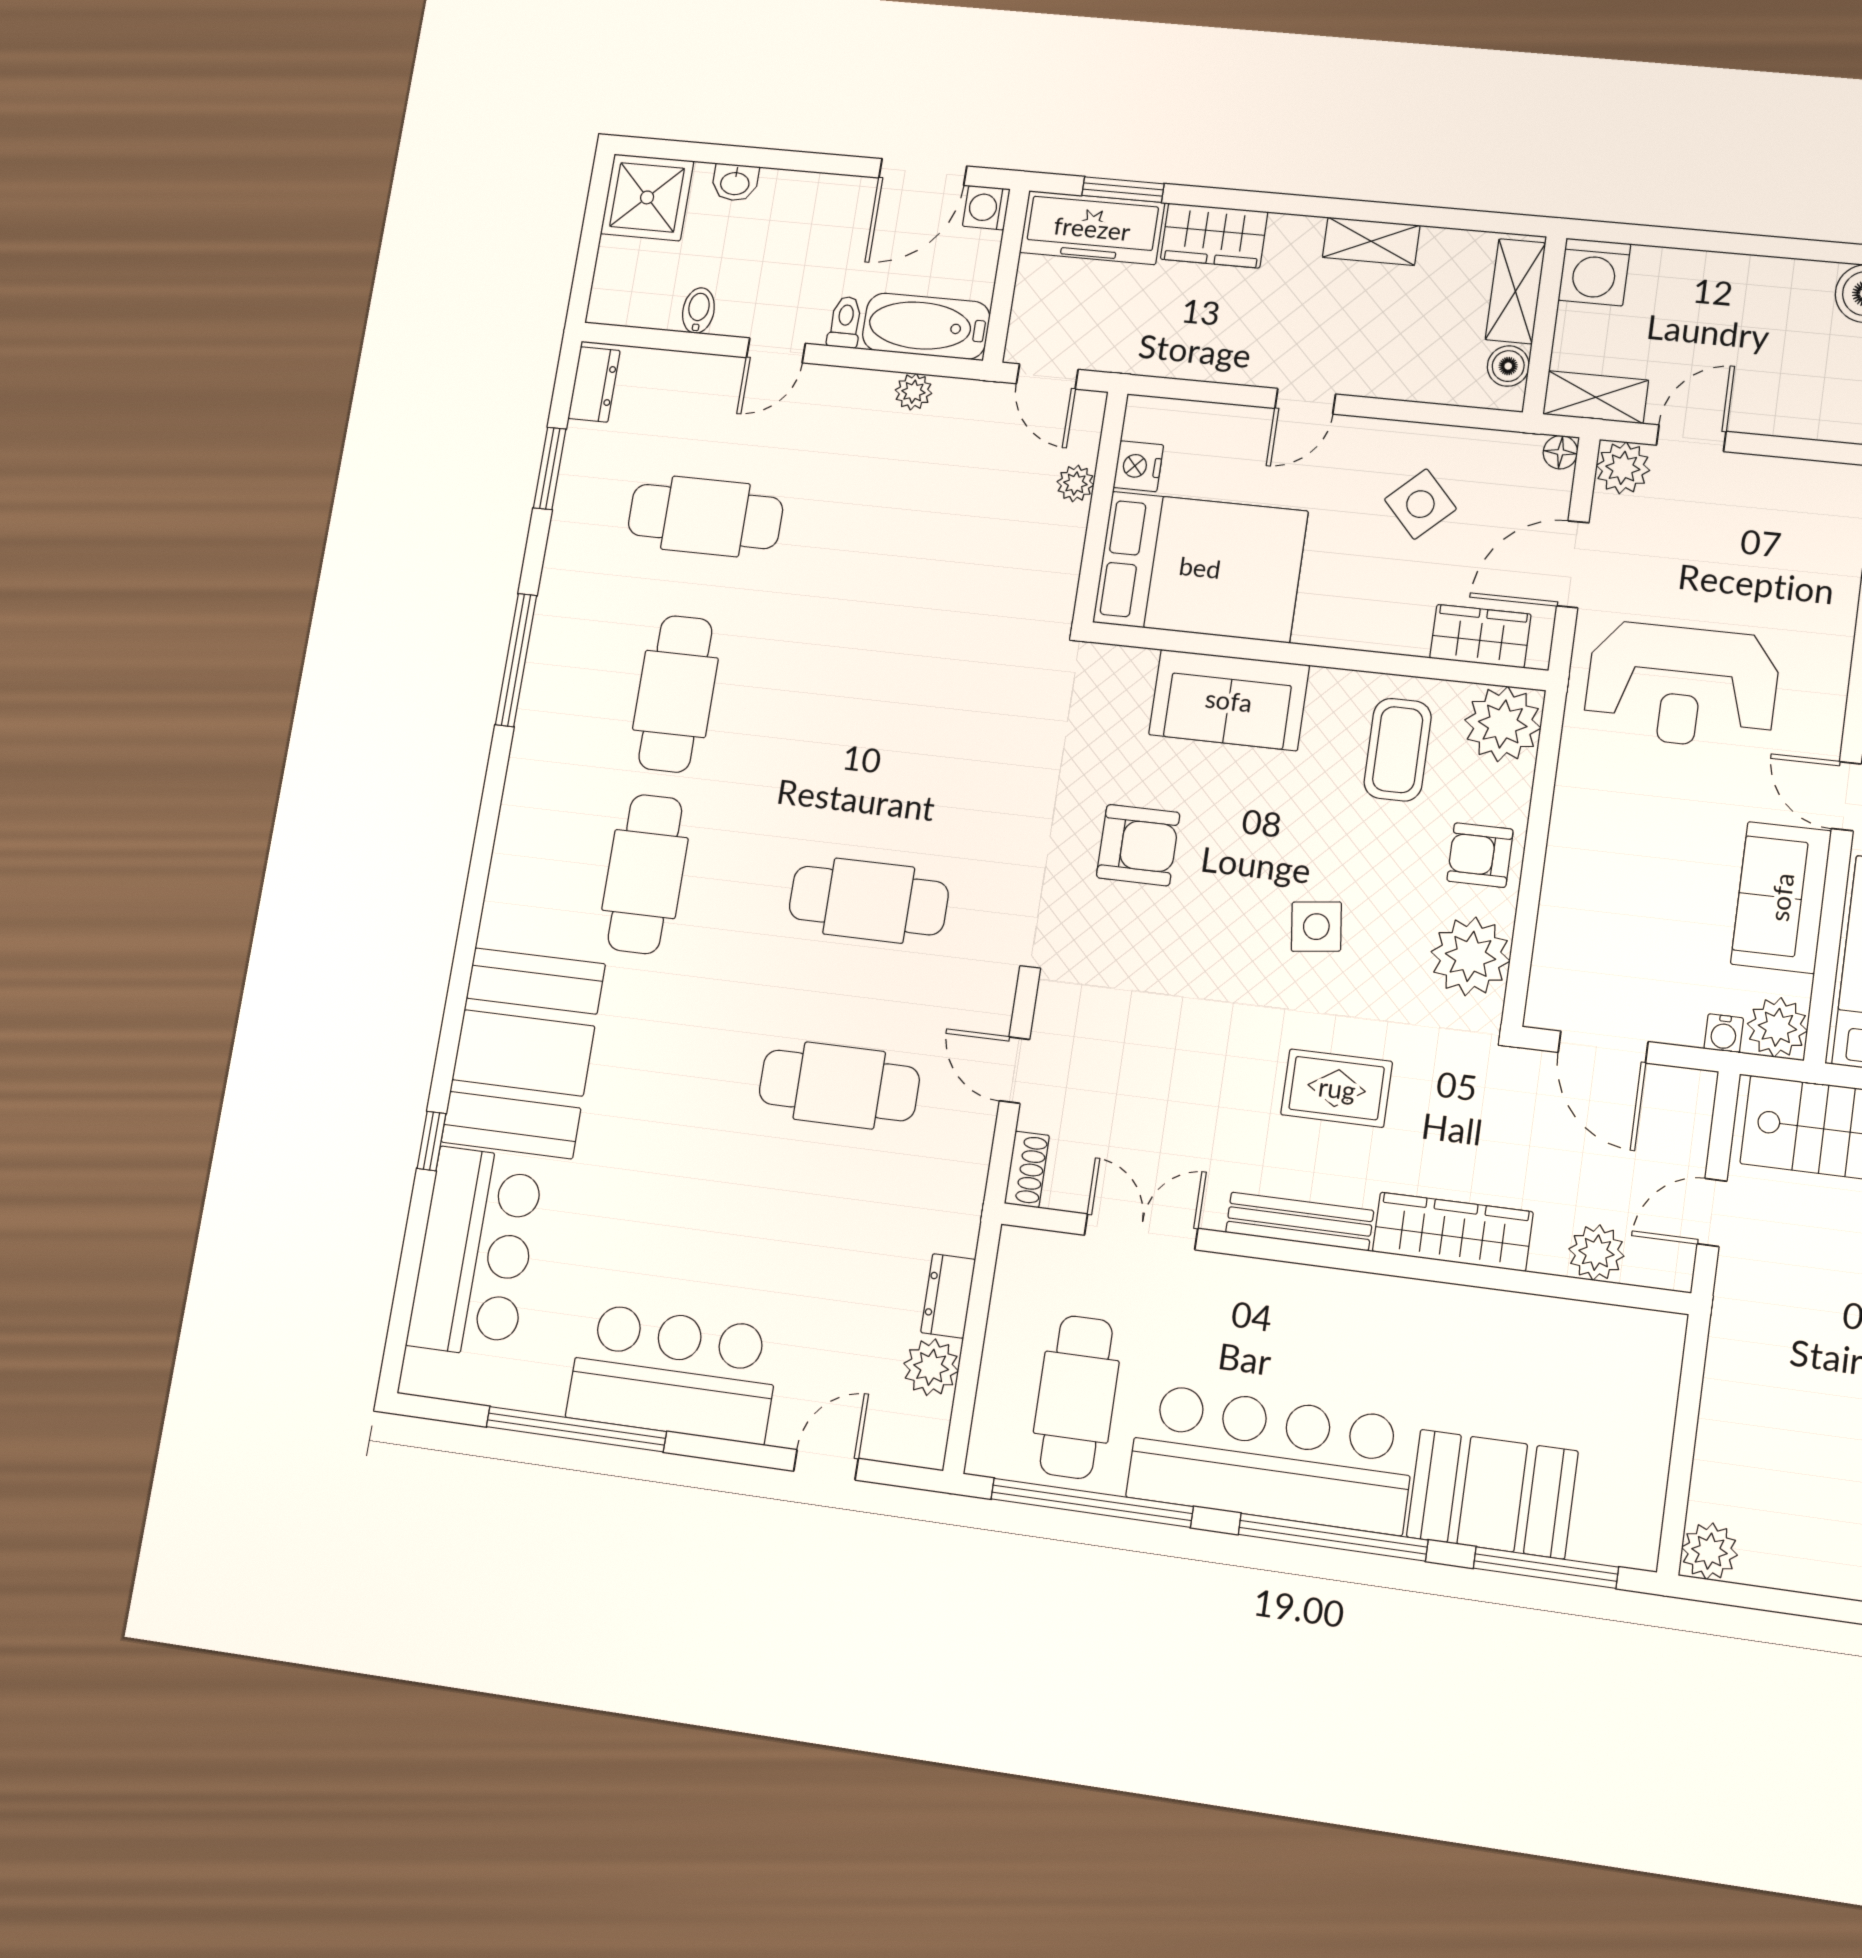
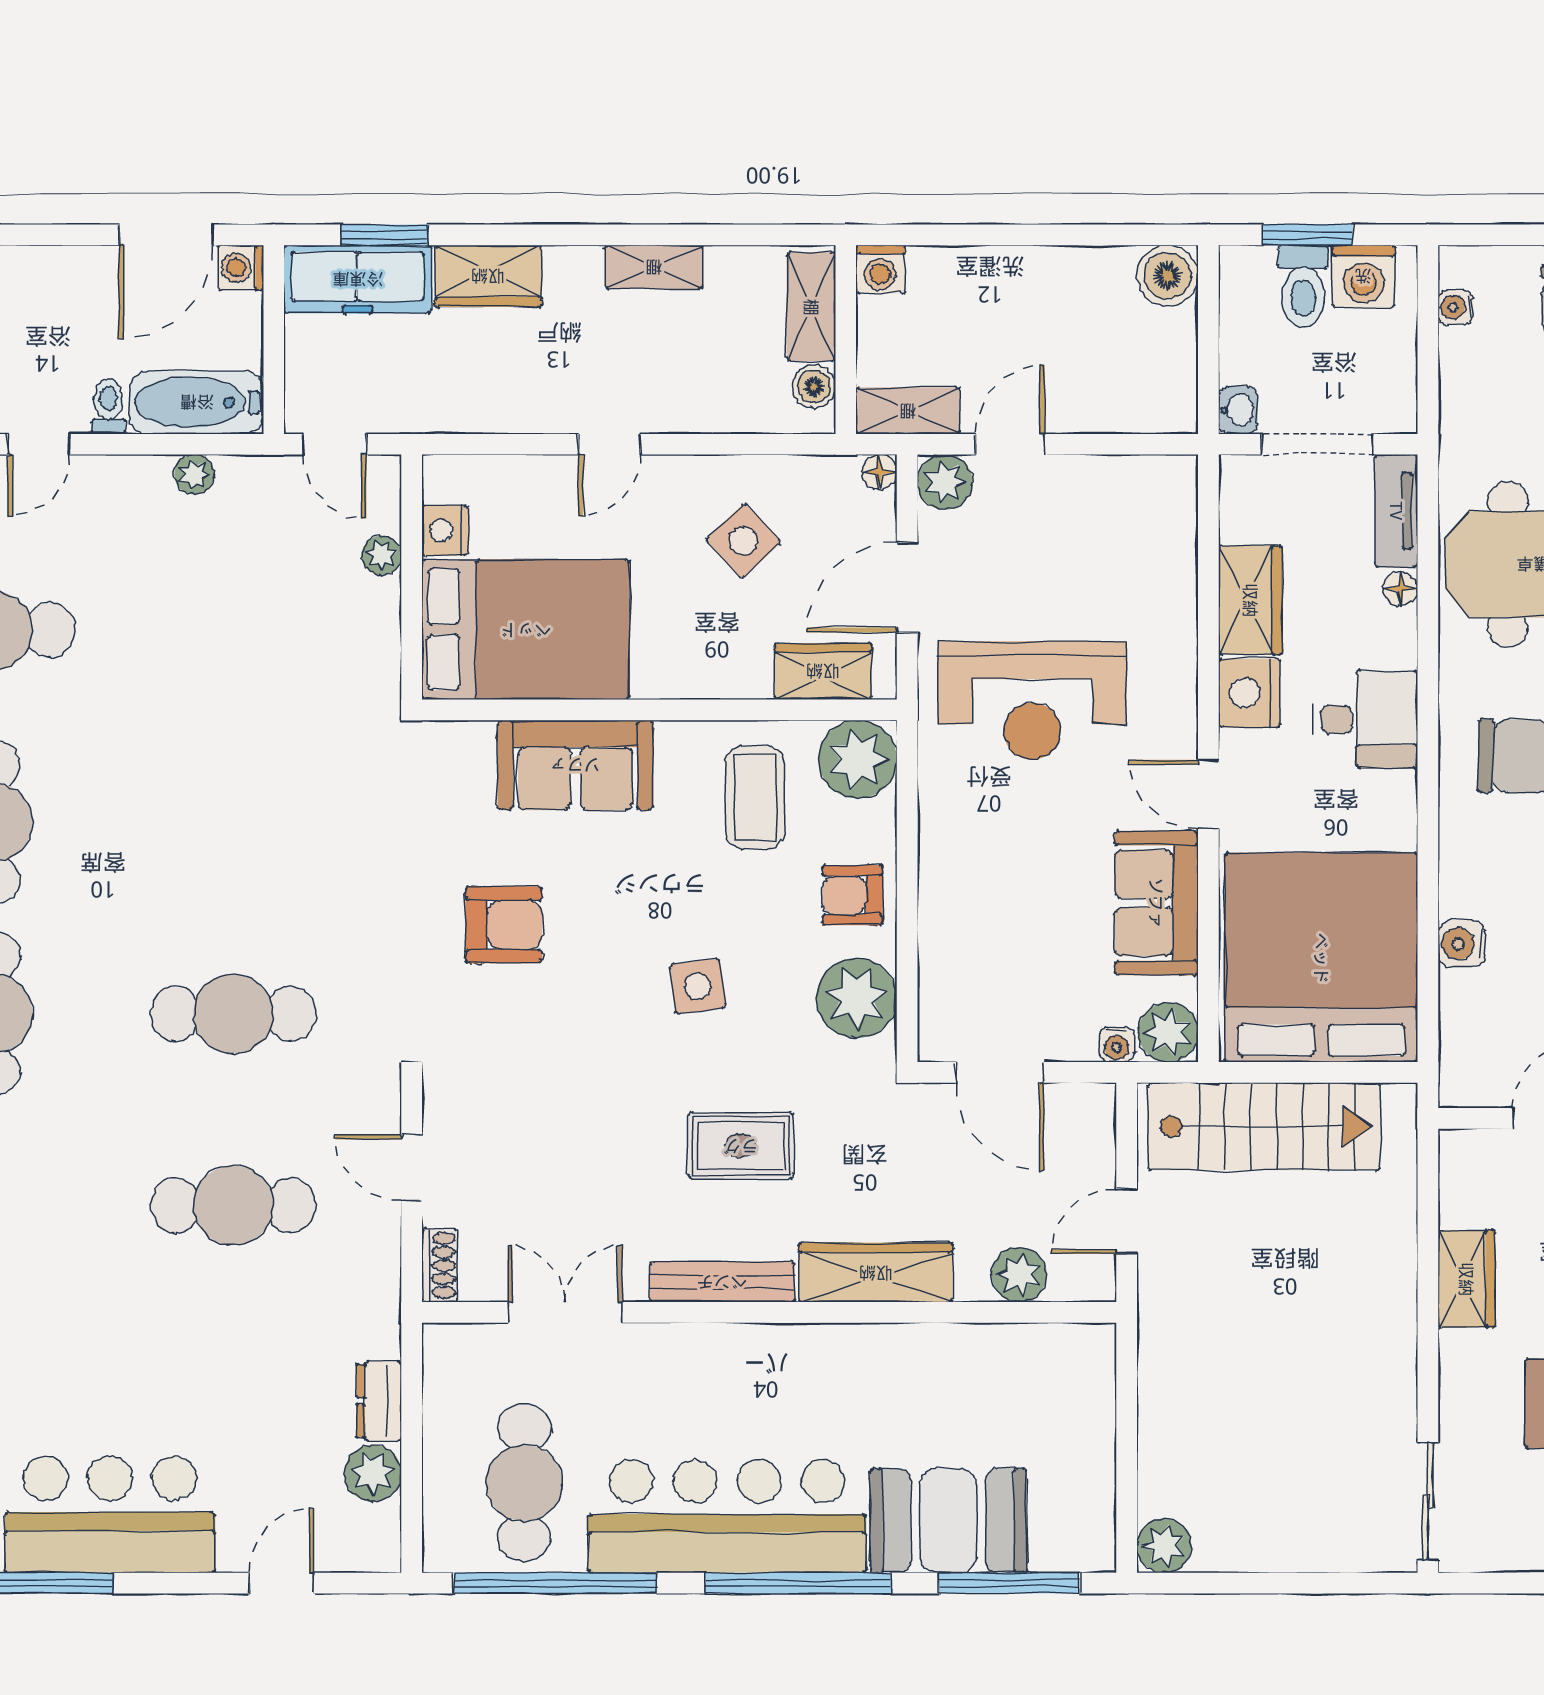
washing machine: (1594, 272) -> (880, 269), width x0.73, depth x0.73

